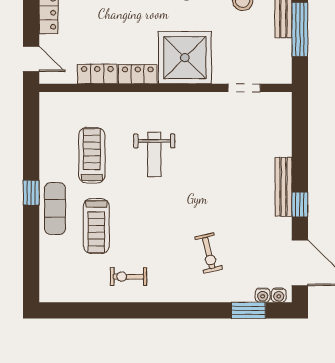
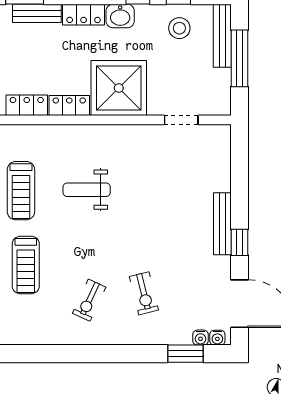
weight bench: (154, 154) -> (87, 190), turned 90
treadmill: (92, 155) -> (21, 191), turned 180
exercise bike: (128, 277) -> (89, 300), moved, turned -65

